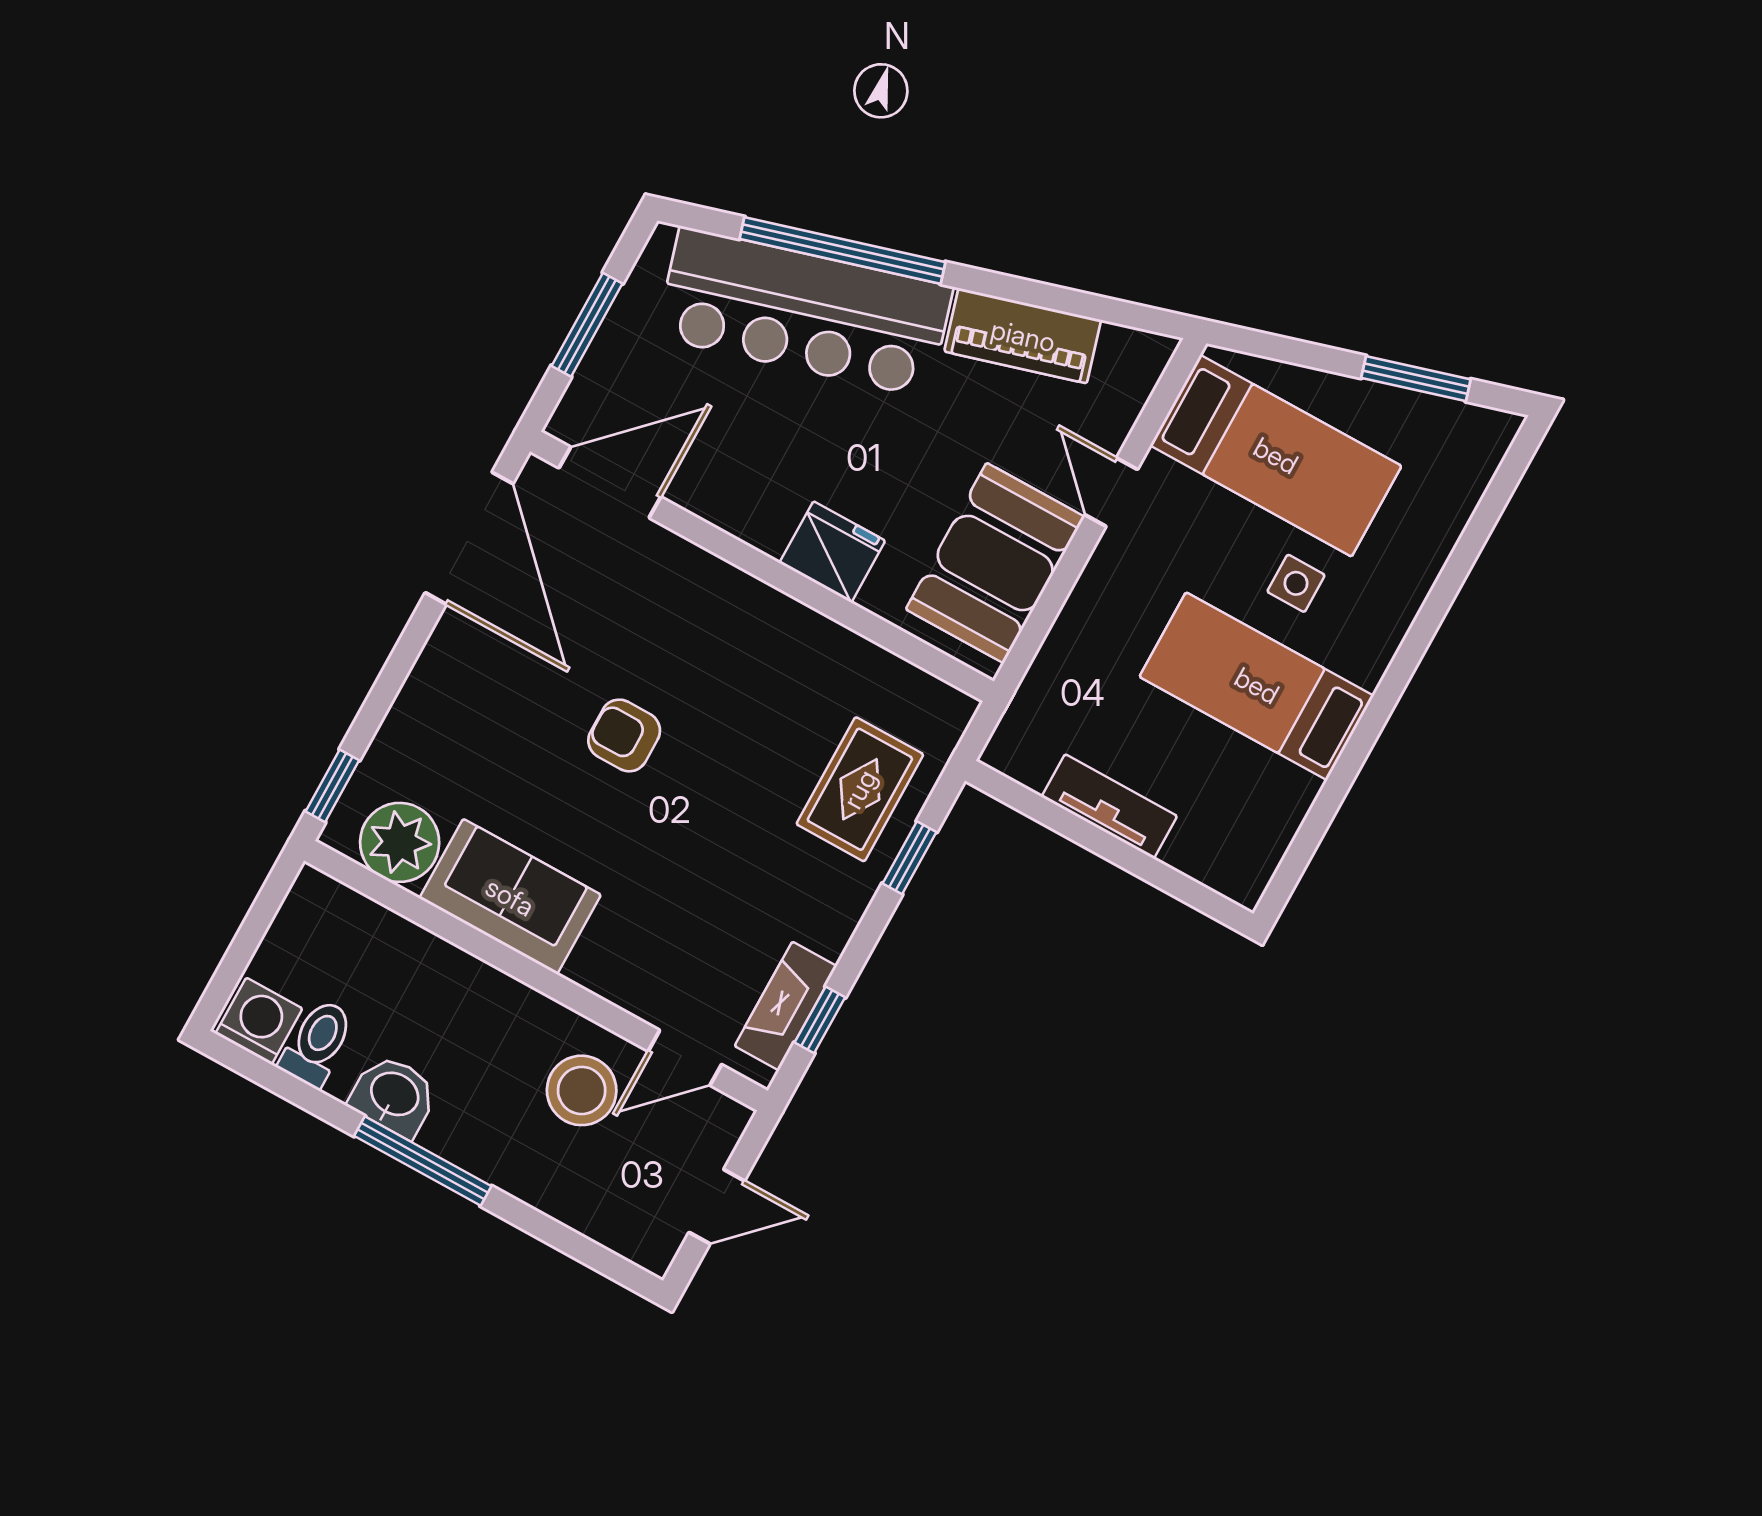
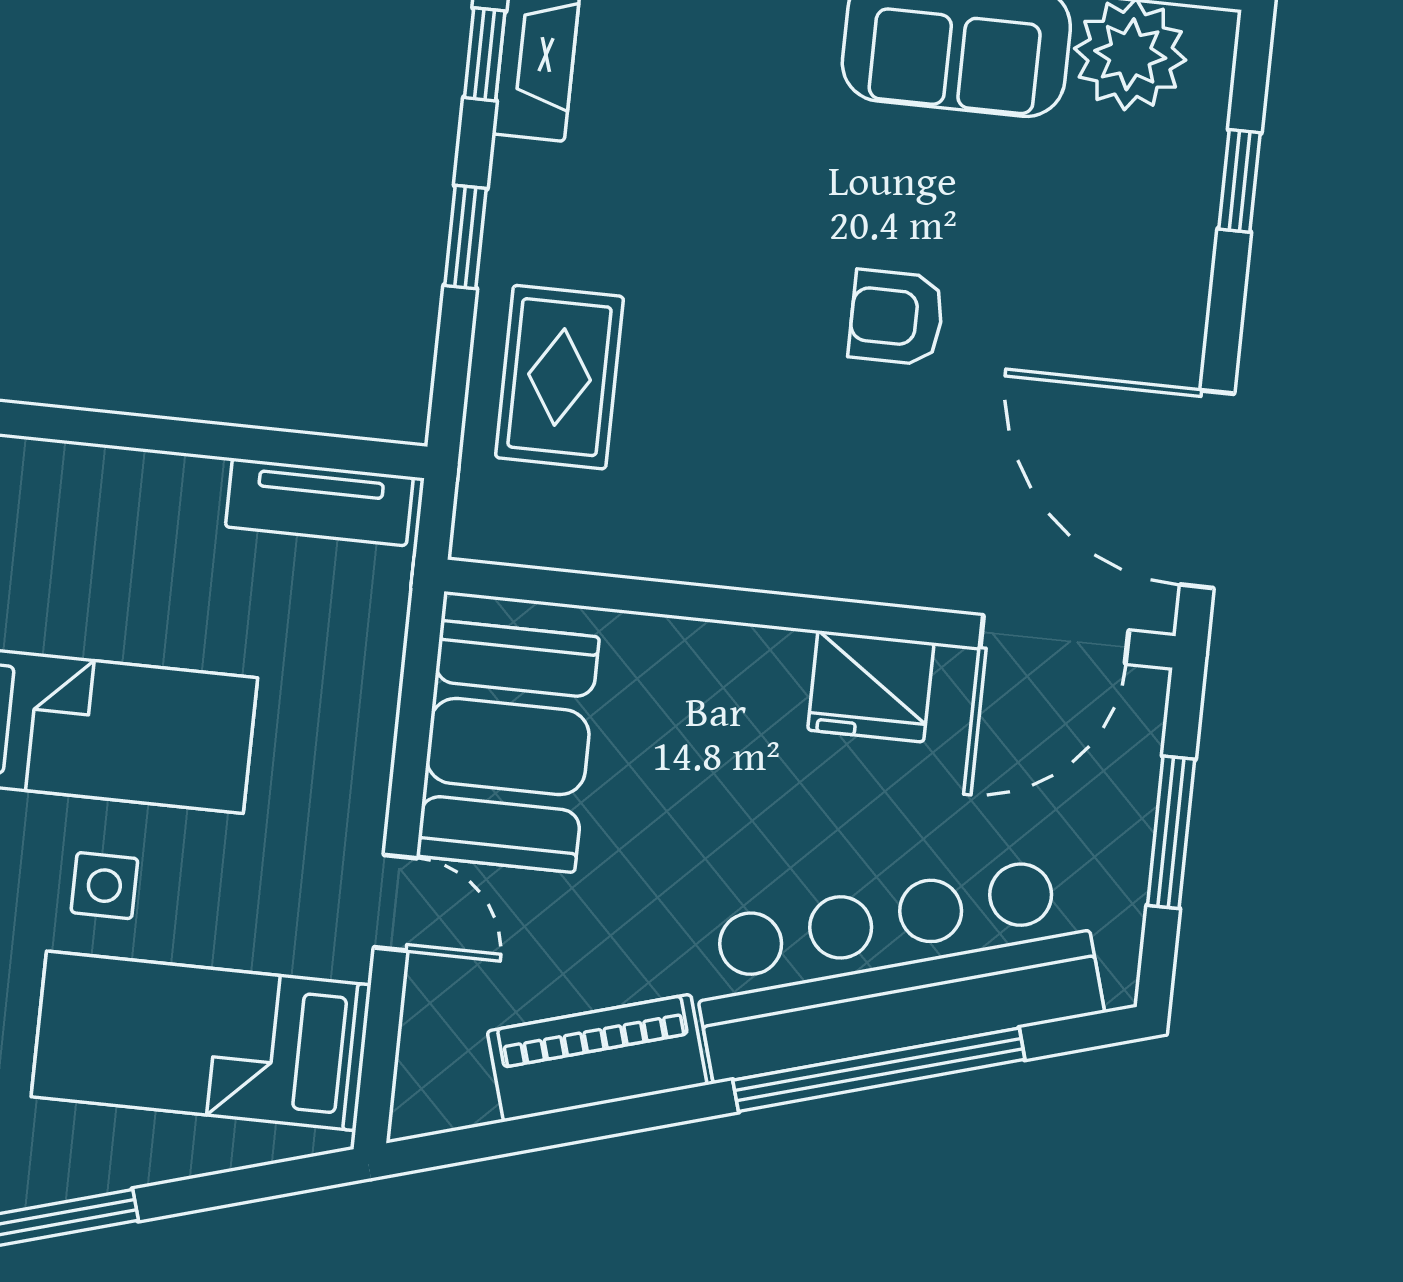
fridge: (832, 552) -> (871, 686), moved
armchair: (624, 735) -> (896, 317), turned 180
window: (332, 786) -> (1239, 181), moved
tv unit: (1109, 806) -> (319, 502), moved
window: (909, 858) -> (465, 237), moved

